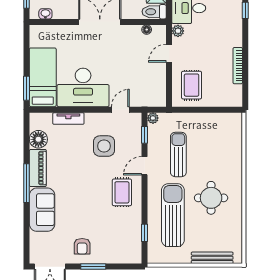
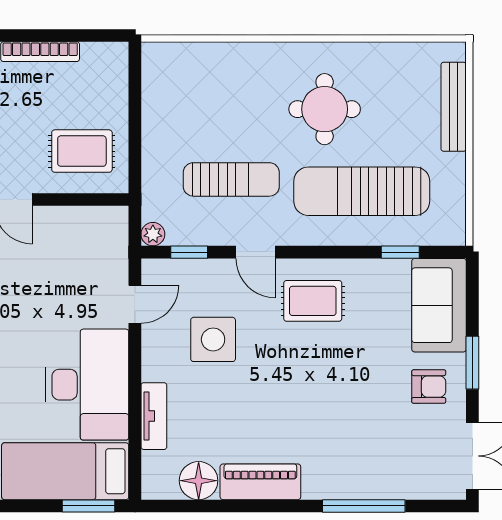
door: (120, 110) -> (135, 304), swing flipped
sun lounger: (178, 154) -> (231, 179), turned 180
window: (27, 183) -> (364, 506), moved
sofa: (42, 210) -> (439, 305), moved, turned -90

